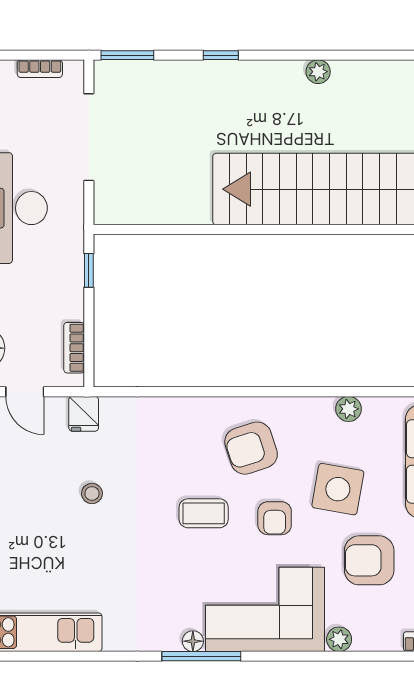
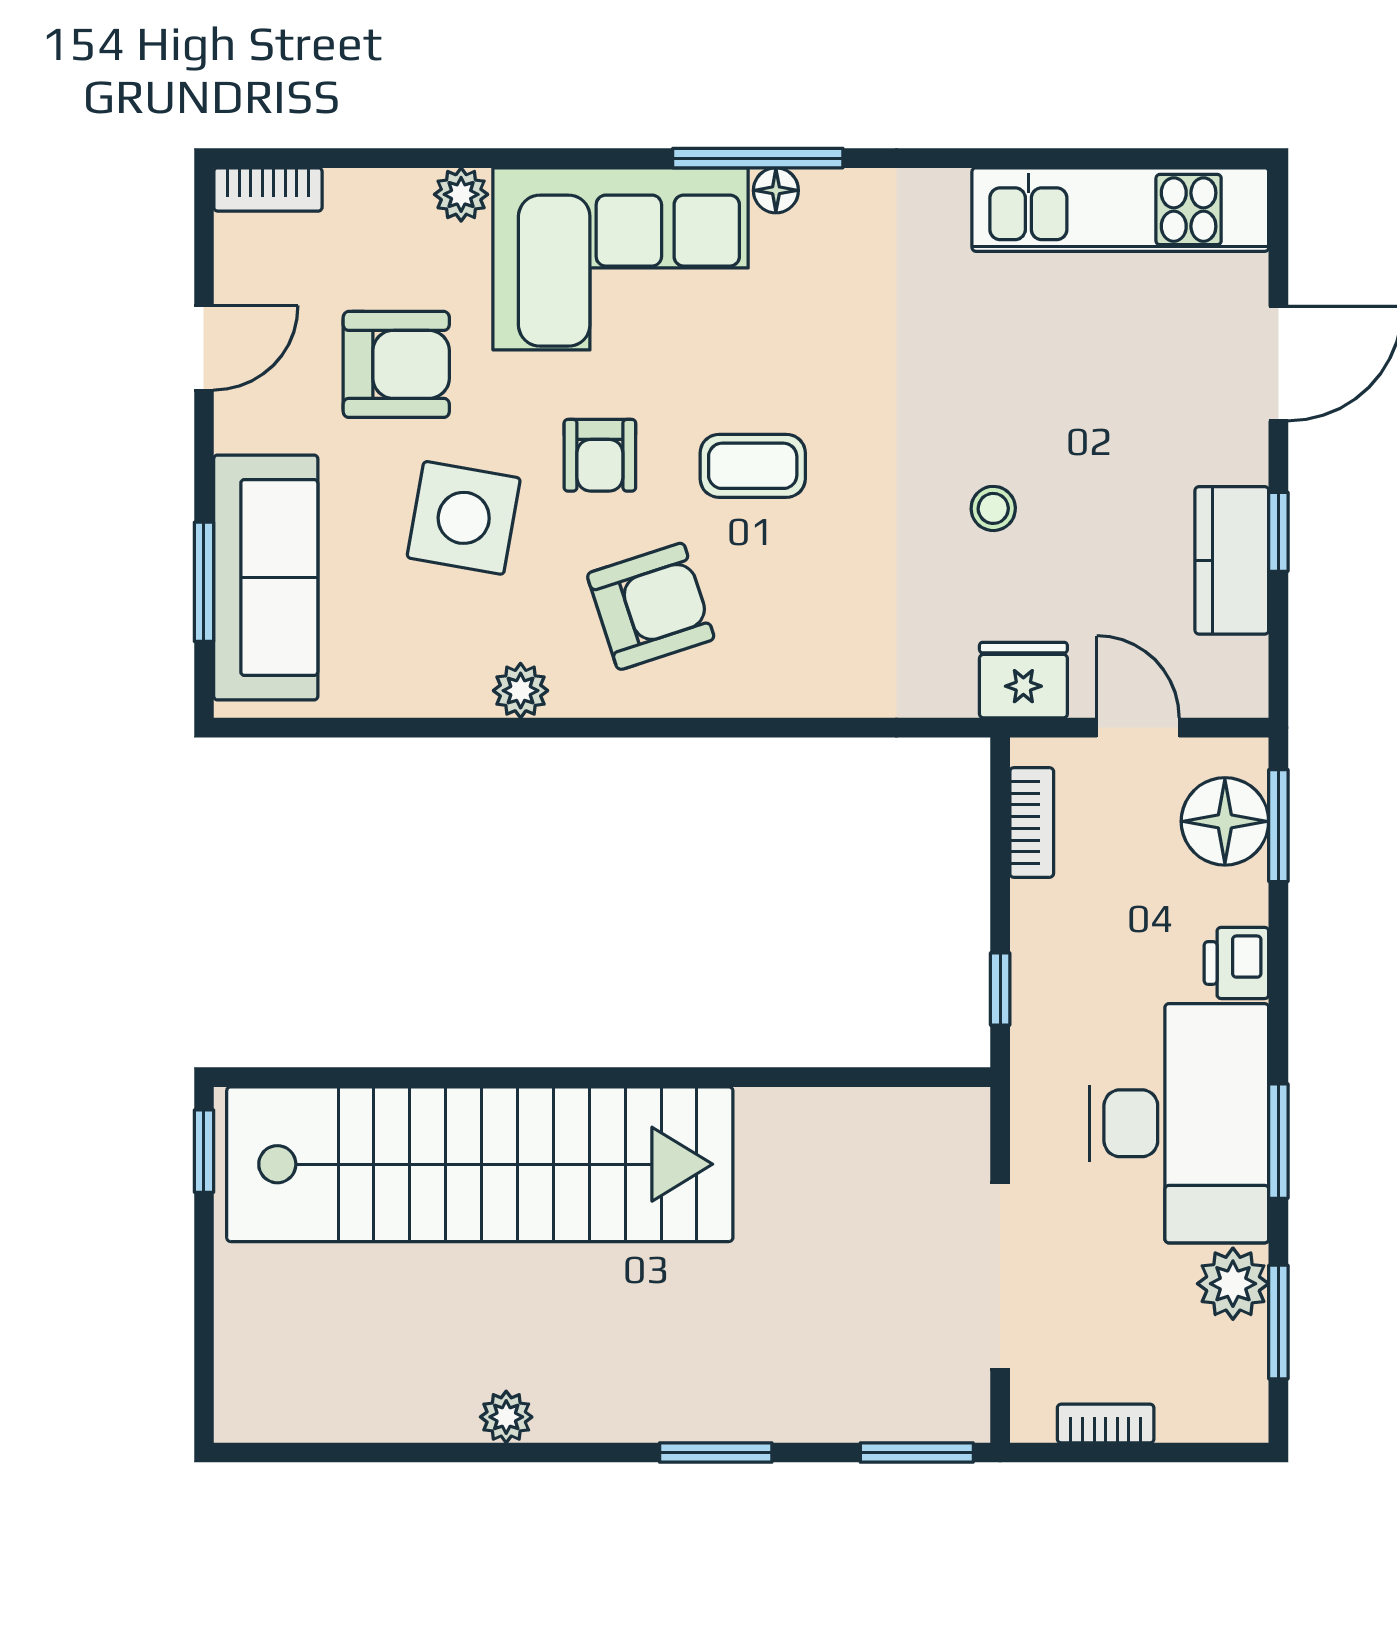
window: (221, 55) -> (716, 1453), width x1.50
plant: (349, 409) -> (521, 691), moved
fridge: (84, 414) -> (1023, 680), width x1.38
armchair: (275, 518) -> (600, 455), turned 180

